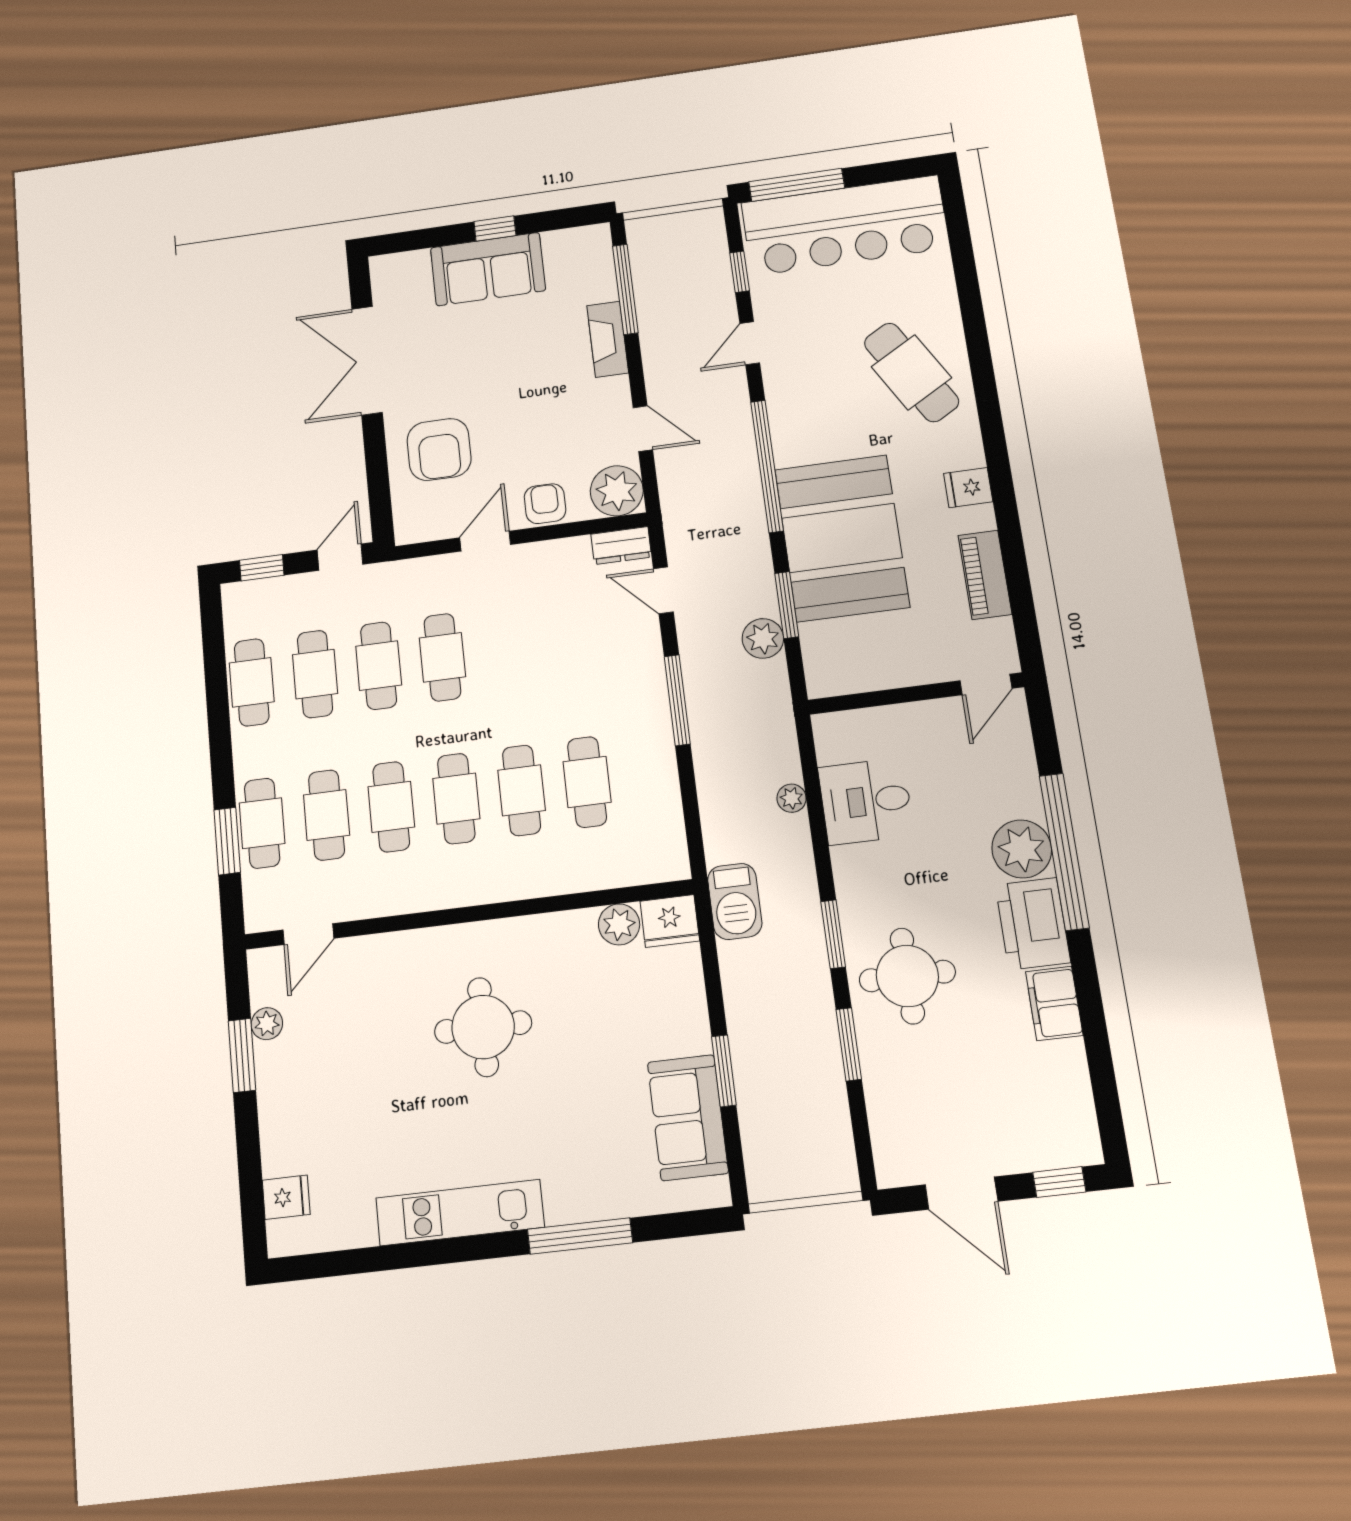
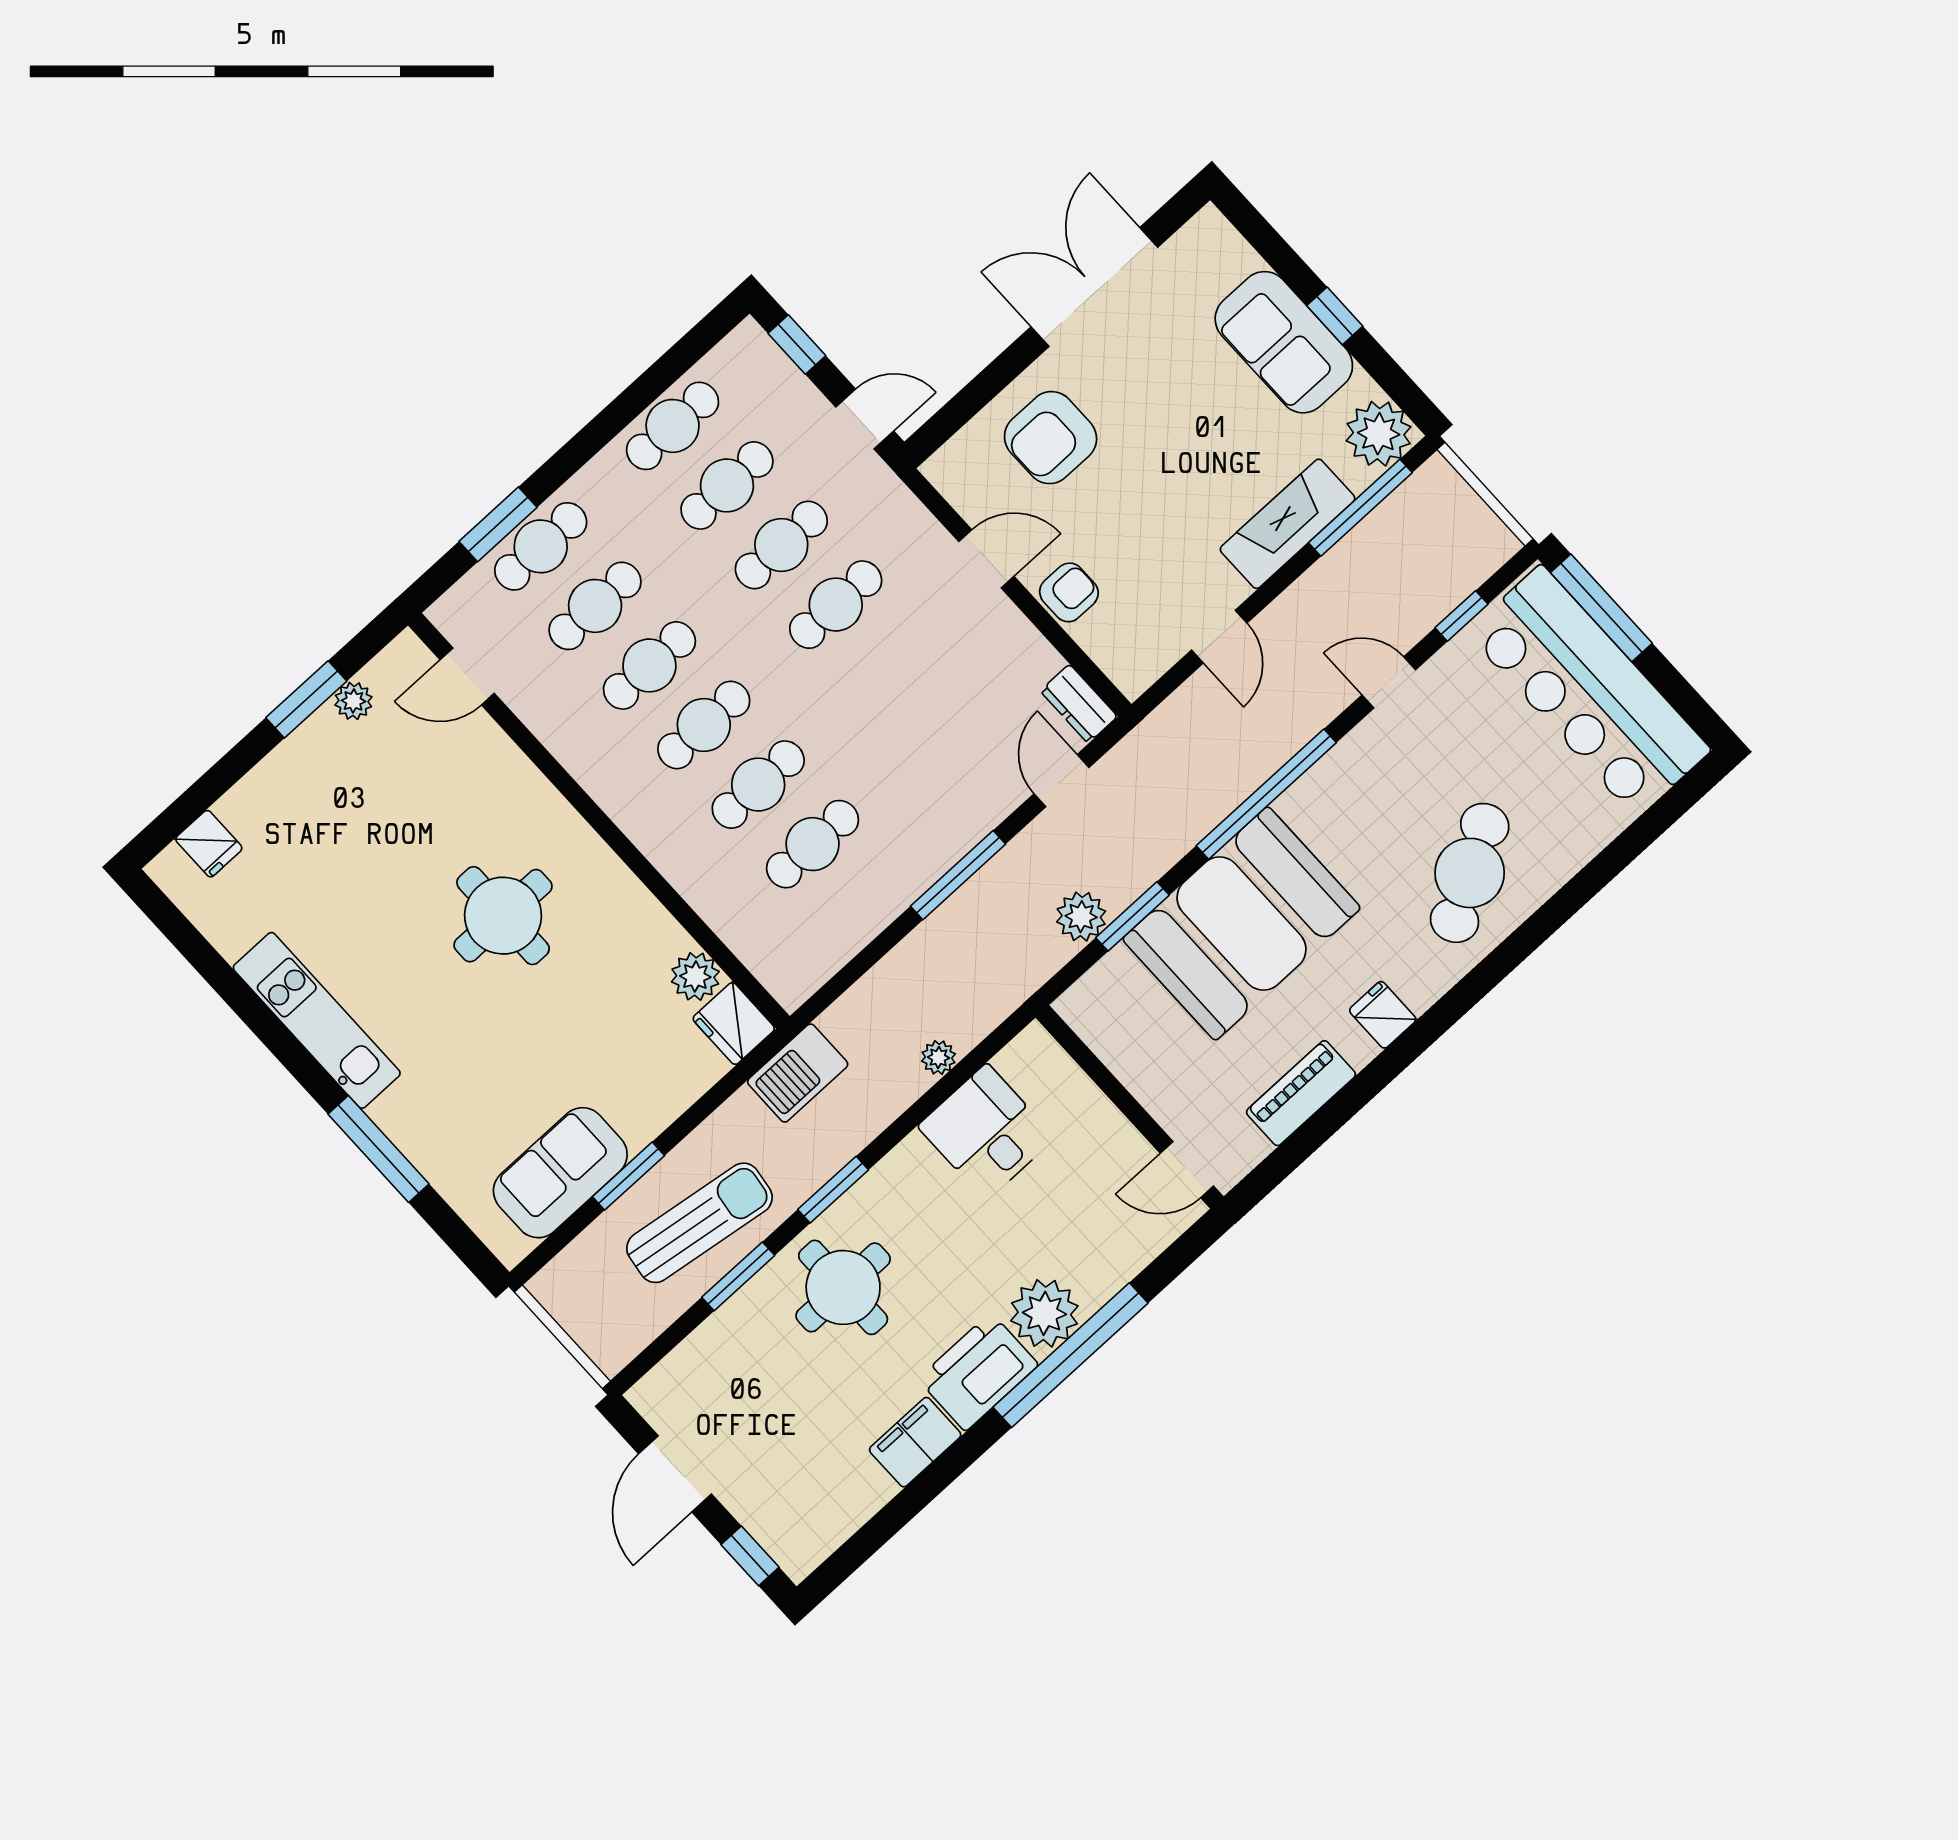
fireplace: (608, 339) -> (1288, 524), width x1.37, depth x1.32
plant: (617, 491) -> (1379, 434), moved
sun lounger: (792, 1044) -> (699, 1223), added

